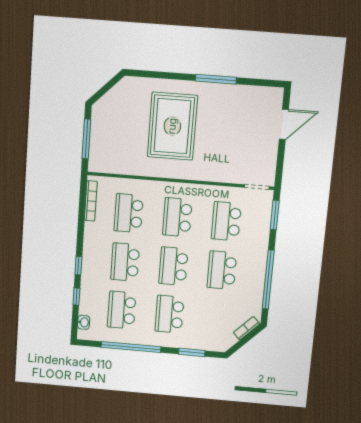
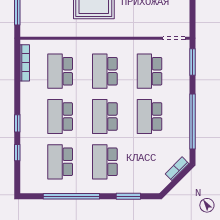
washbasin: (84, 322) -> (25, 177), removed

